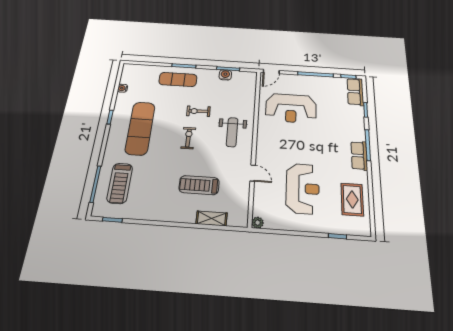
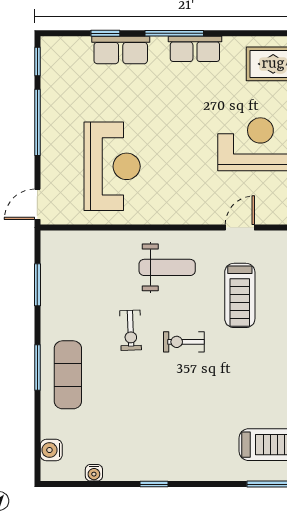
door: (271, 72) -> (37, 204), swing flipped
water cooler: (225, 75) -> (51, 450), moved
row of seats: (355, 92) -> (121, 50), moved
exercise mat: (140, 128) -> (172, 428), removed
treadmill: (199, 185) -> (240, 295), moved

